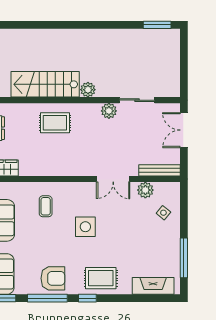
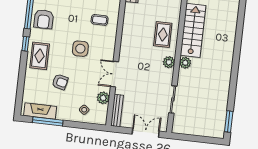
plant: (109, 111) -> (169, 62), moved
armchair: (131, 248) -> (60, 82), added
fireplace: (153, 286) -> (40, 111), moved, turned -90

